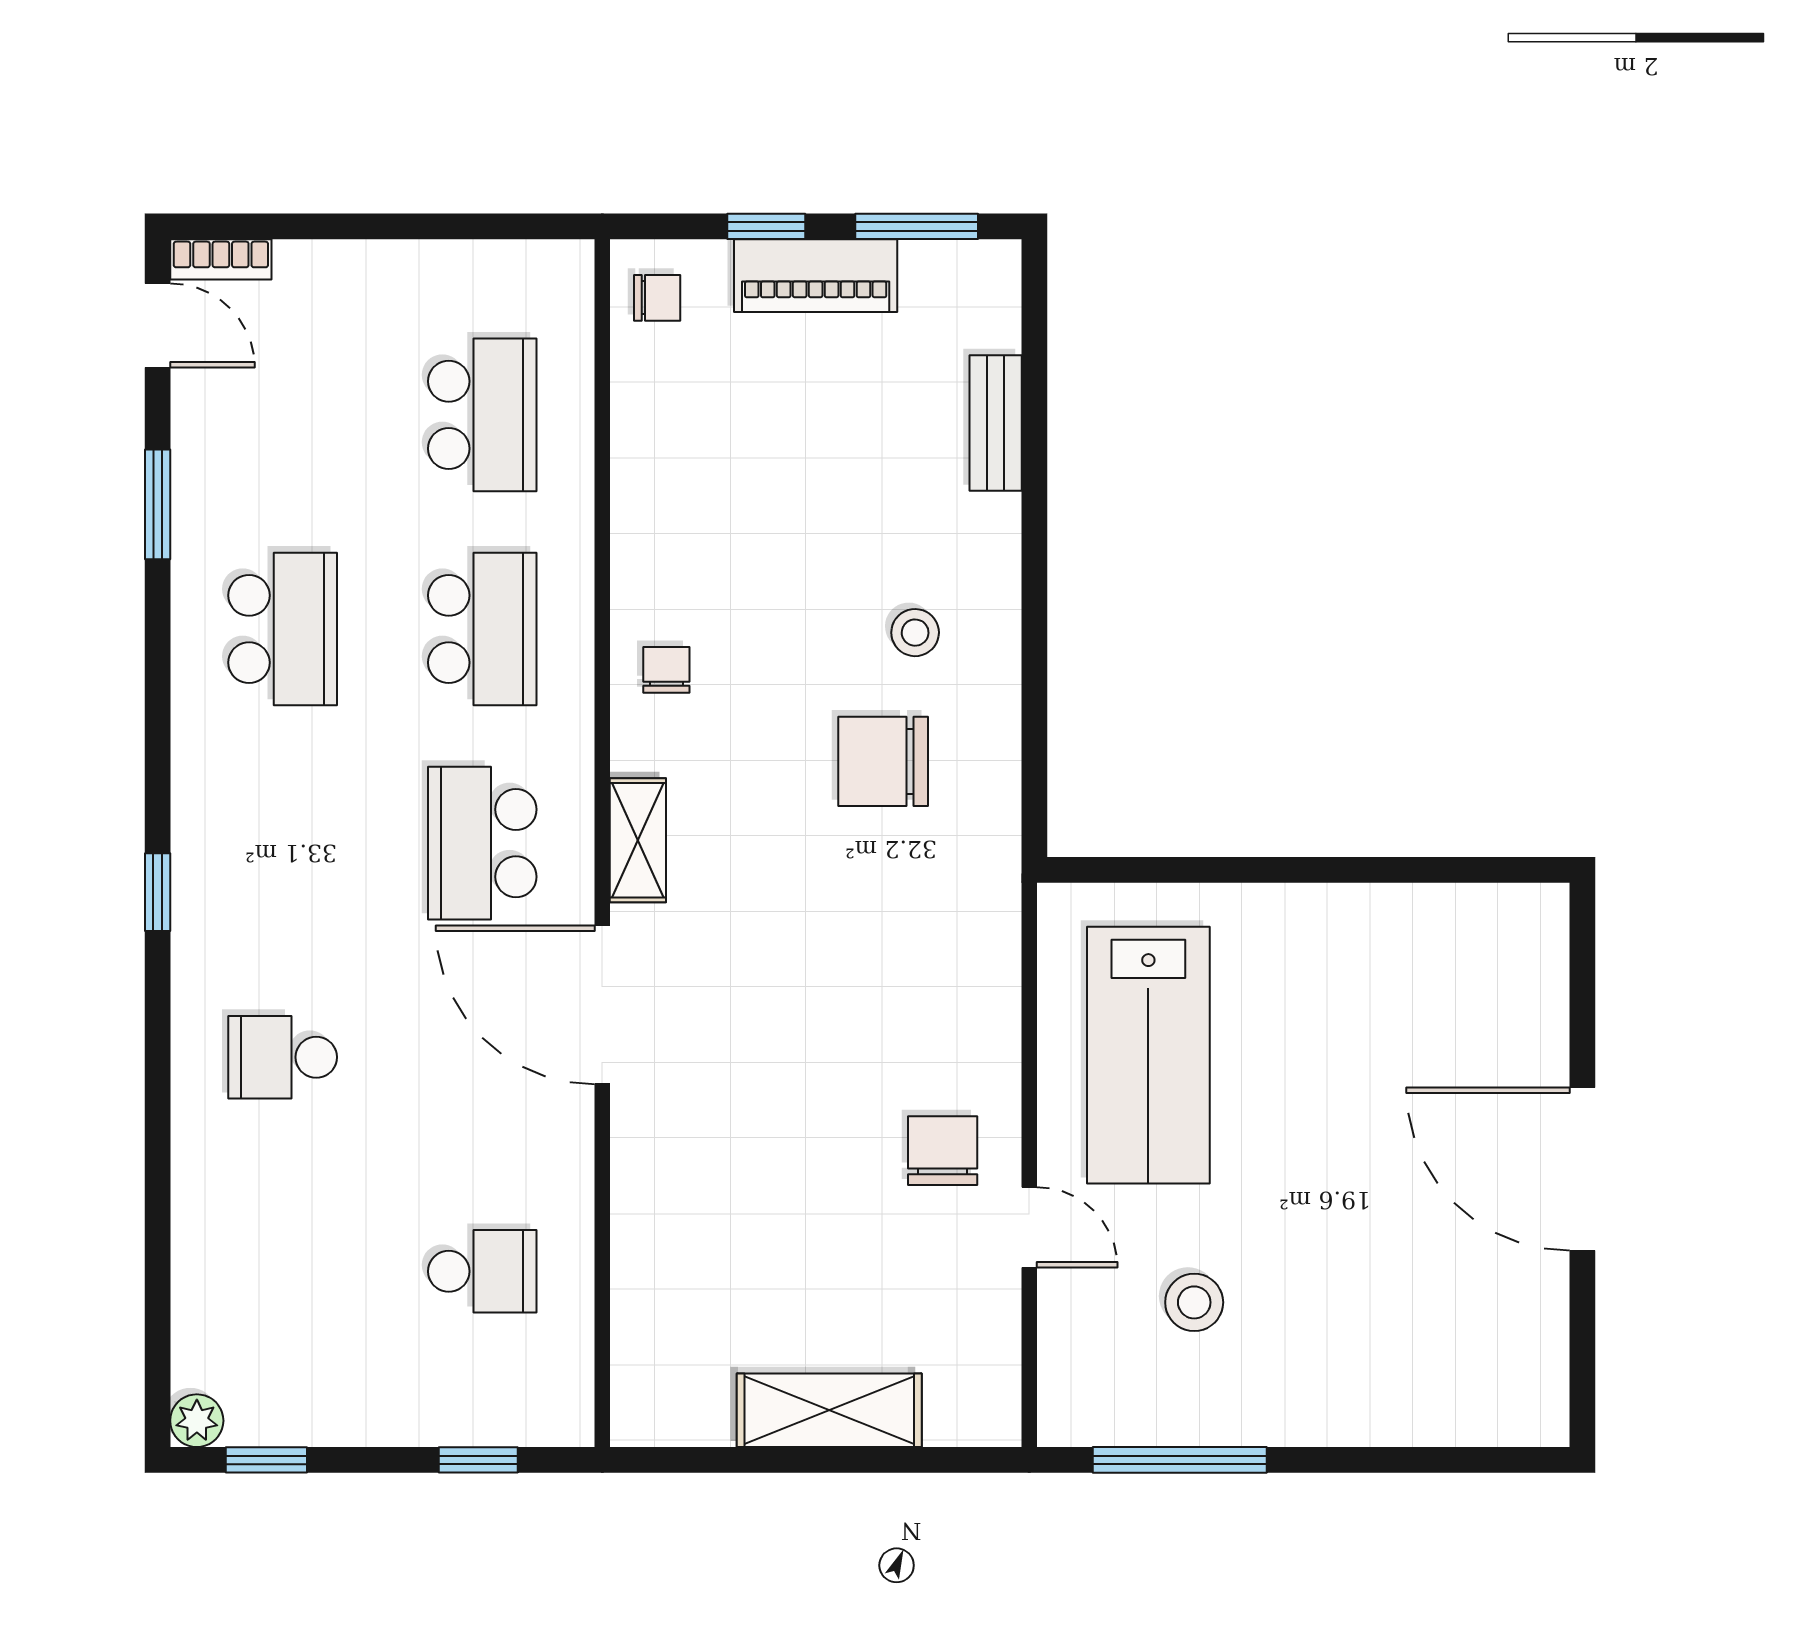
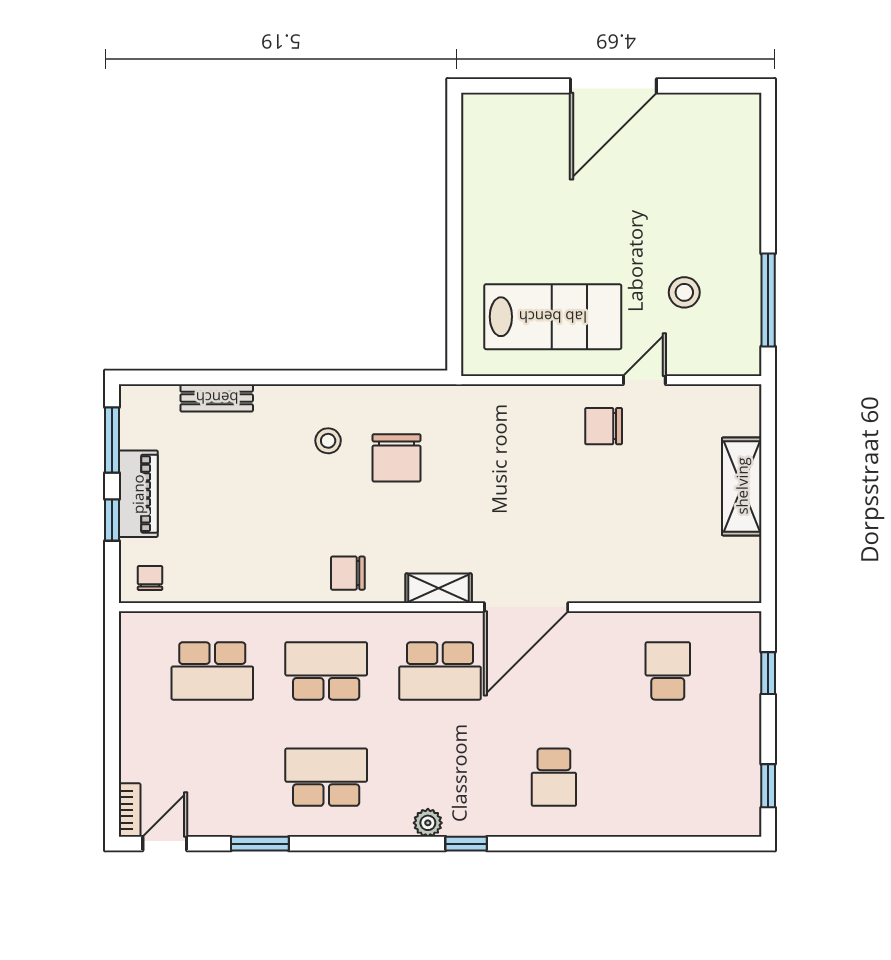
school desk: (482, 415) -> (212, 671), turned 180
chair: (666, 670) -> (348, 573), width x1.37, depth x1.37
plant: (197, 1421) -> (428, 823), moved

